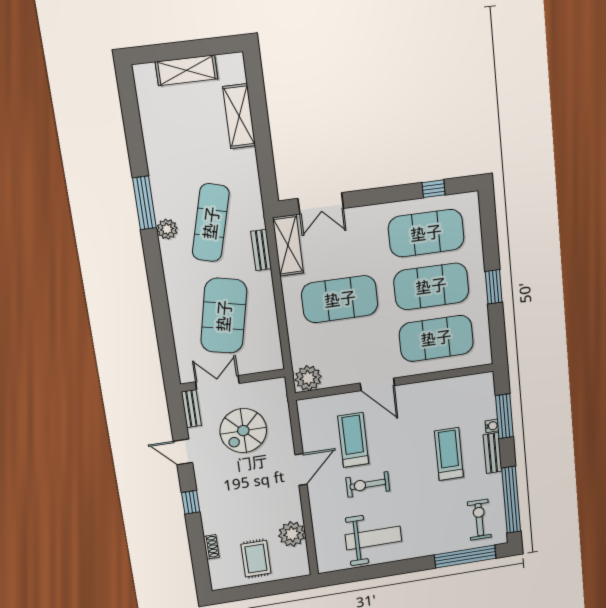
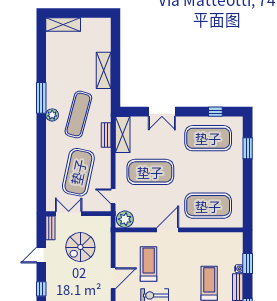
shelving: (186, 70) -> (63, 25), moved
shelving: (239, 116) -> (104, 70), moved
double door: (321, 203) -> (162, 112), moved
exercise mat: (431, 286) -> (208, 172), removed
window: (494, 287) -> (248, 148), moved
door: (285, 346) -> (113, 196), added
door: (377, 384) -> (168, 230), swing flipped
window: (504, 416) -> (248, 263), width x0.69
door: (183, 452) -> (41, 255), hinge flipped

